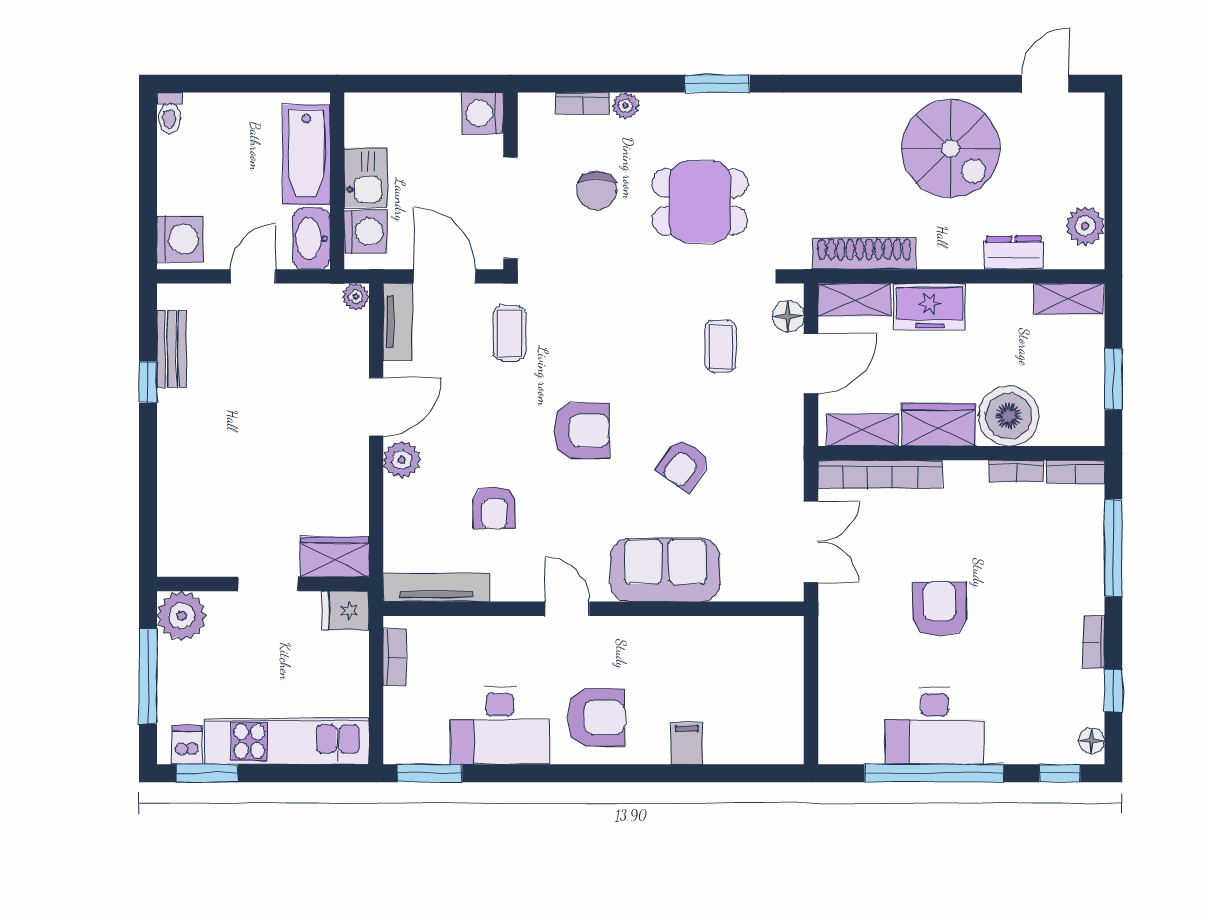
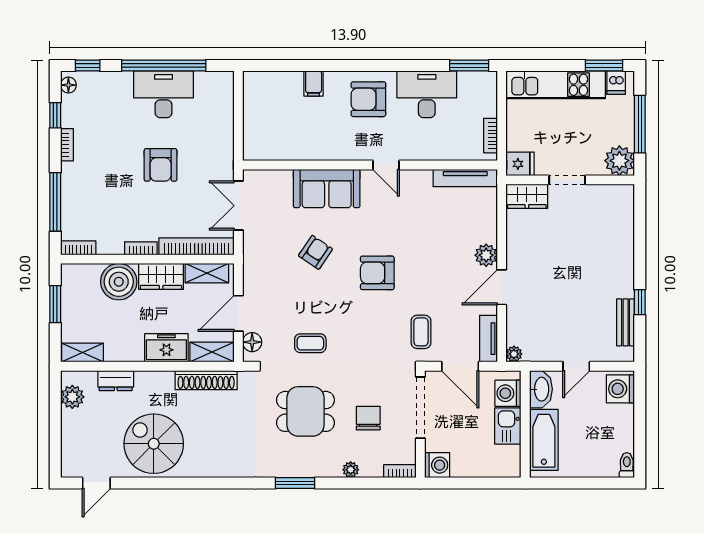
bookcase: (583, 103) -> (400, 471), moved
coffee table: (721, 346) -> (310, 343), moved, turned 90
bookcase: (1016, 471) -> (141, 248), moved
armchair: (494, 508) -> (430, 226), removed

